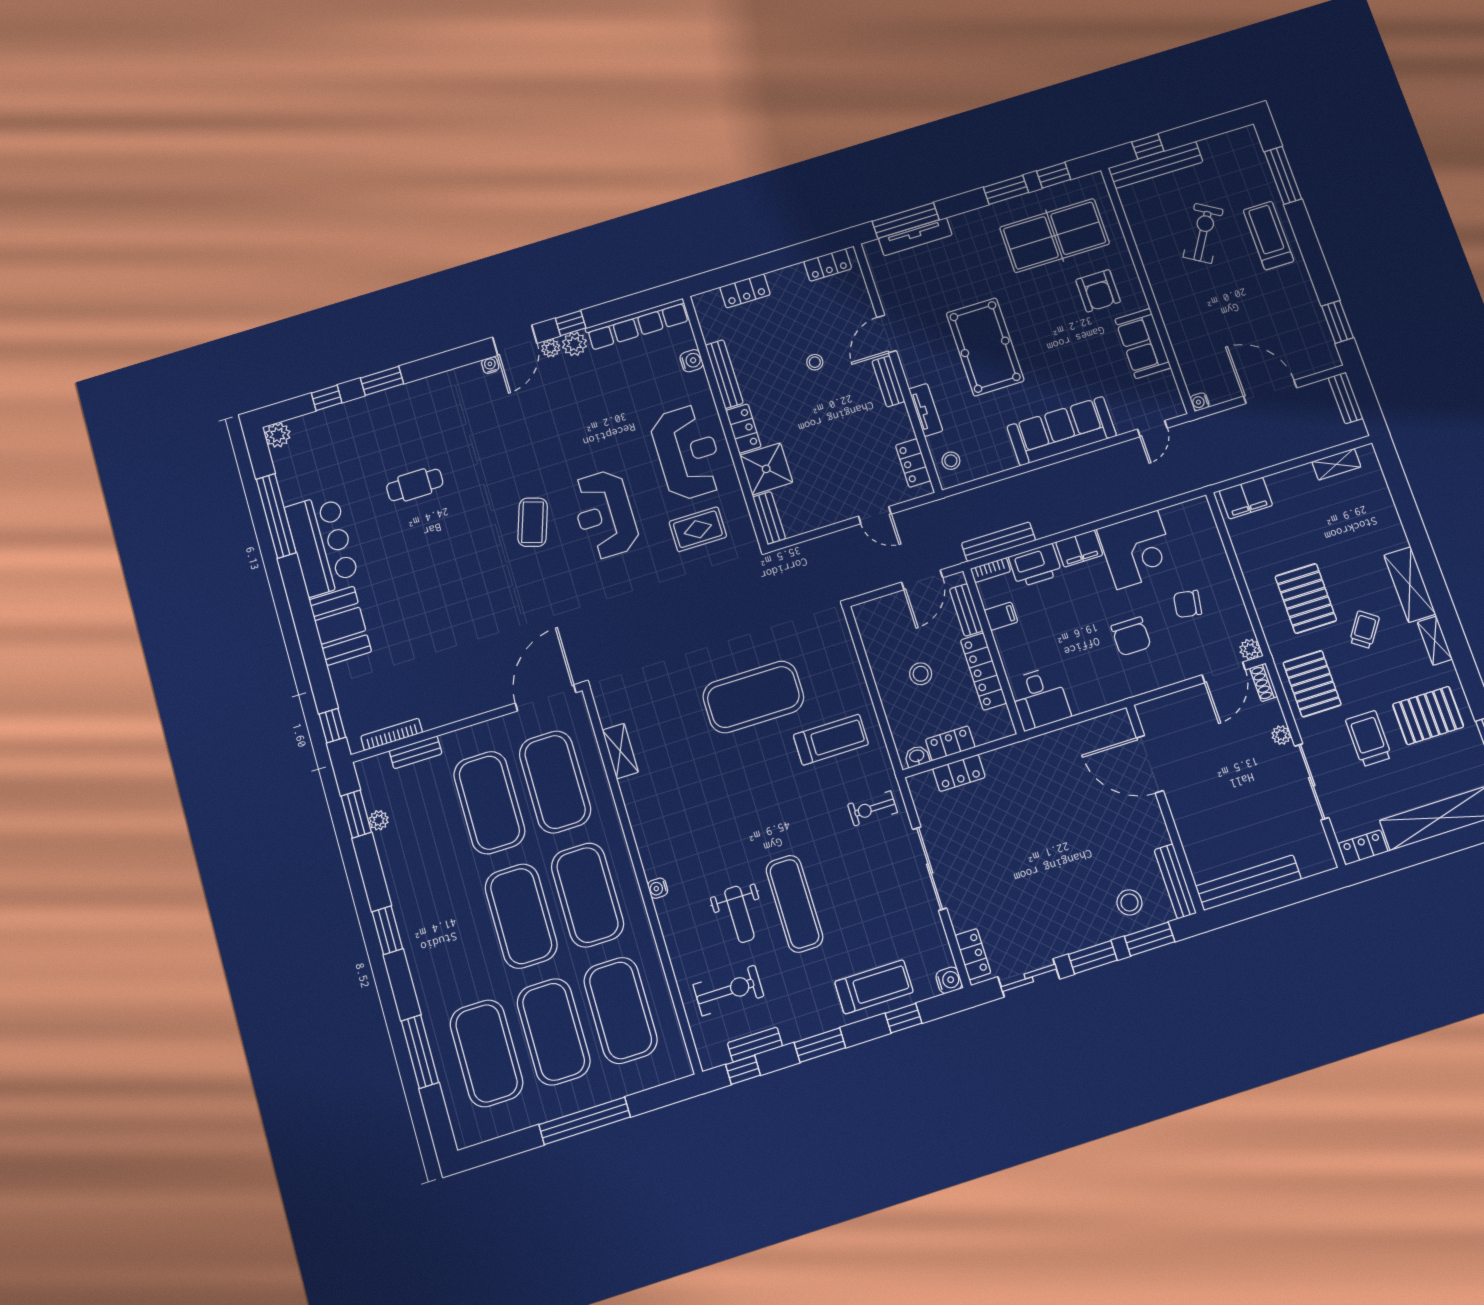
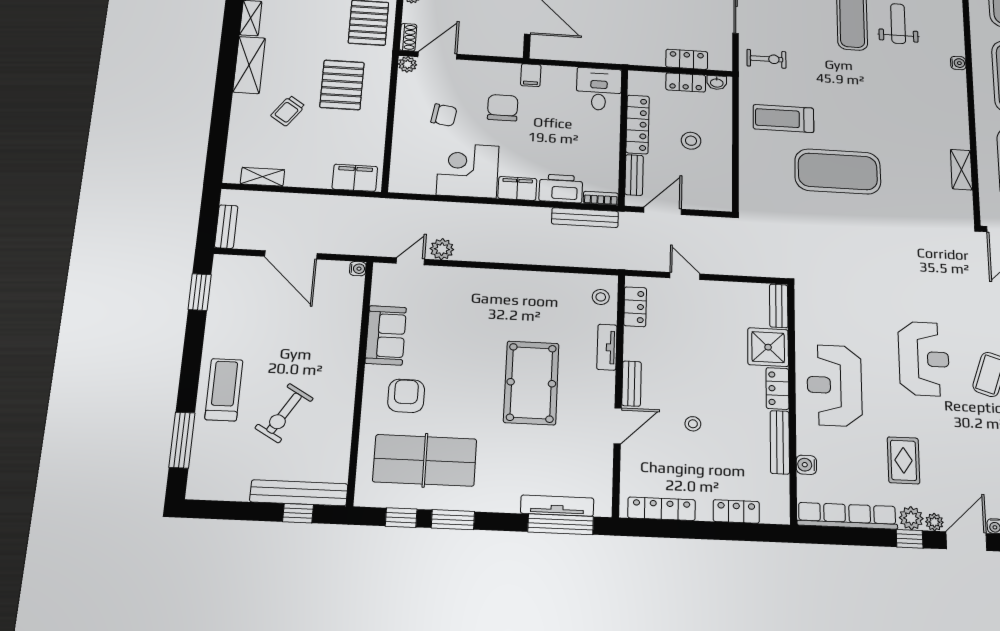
treadmill: (1269, 236) -> (224, 390), turned 180
locker: (828, 265) -> (662, 509), width x1.53
sofa: (1062, 431) -> (492, 287), removed
plant: (1127, 453) -> (442, 249), added
rug: (698, 529) -> (904, 460), moved, turned 90
filing cabinet: (1001, 616) -> (531, 75), moved, turned -90
trolley: (1364, 630) -> (288, 111), moved

